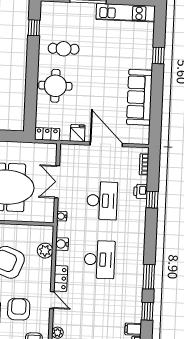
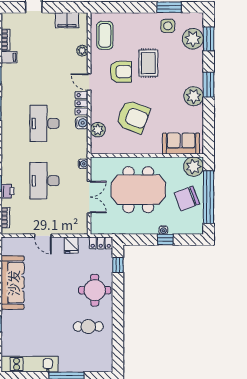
window: (34, 28) -> (118, 265), moved
door: (106, 144) -> (43, 236), width x0.53
water cooler: (62, 244) -> (82, 123), moved
armchair: (19, 309) -> (121, 72), turned -90

